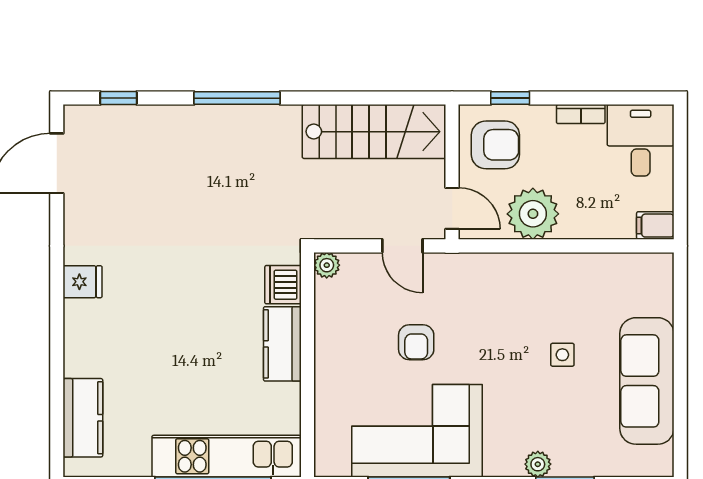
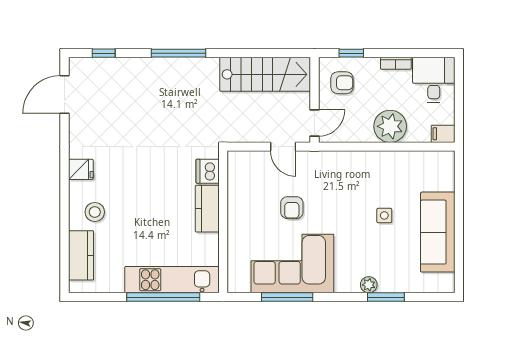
armchair: (495, 145) -> (342, 83), width x0.72, depth x0.72
door: (452, 208) -> (315, 123), hinge flipped
plant: (533, 214) -> (390, 126), moved
plant: (327, 265) -> (235, 159), removed
stool: (105, 349) -> (95, 212), added

